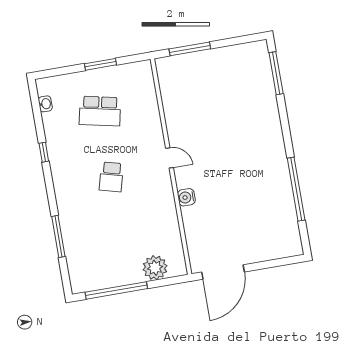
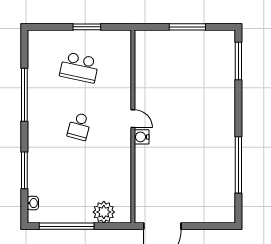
window: (190, 49) -> (187, 27), moved
washbasin: (45, 104) -> (33, 203), moved
window: (44, 152) -> (24, 95), width x3.17
water cooler: (186, 197) -> (142, 137), moved

